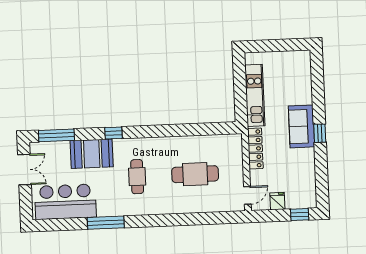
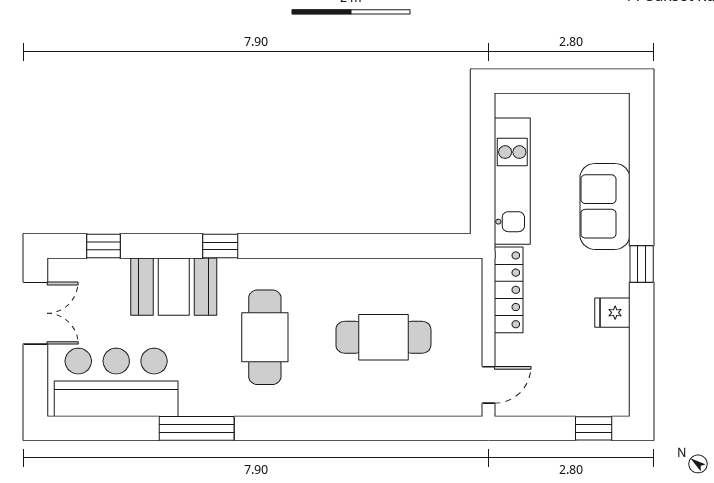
sofa: (301, 126) -> (605, 206), moved
window: (56, 135) -> (103, 246), width x0.46
cafe table: (137, 177) -> (265, 337), width x1.37, depth x1.35
fridge: (277, 201) -> (612, 313), moved, turned -90

